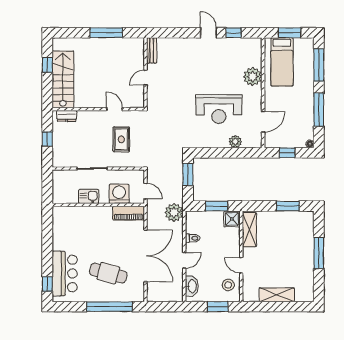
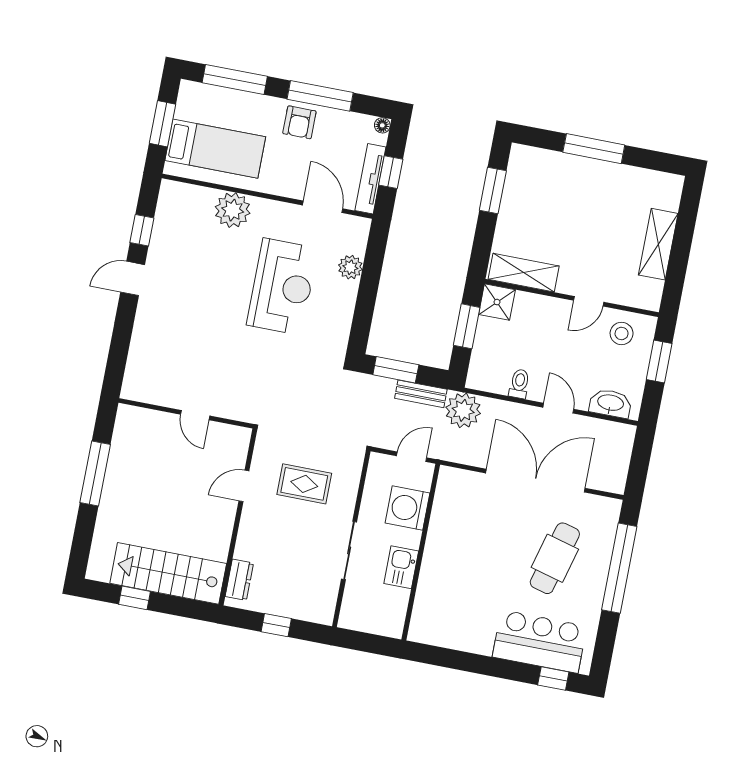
bench: (152, 50) -> (421, 394), moved
armchair: (303, 102) -> (299, 122), added
tv unit: (282, 143) -> (370, 179), added
piano: (129, 213) -> (448, 497), removed

